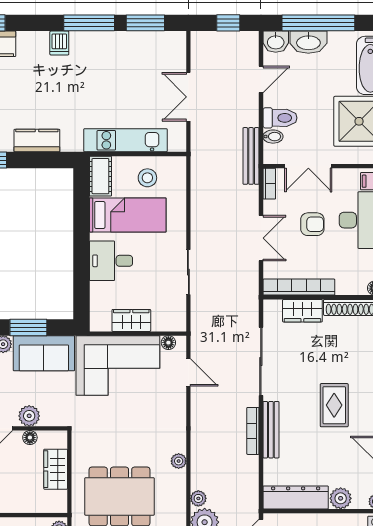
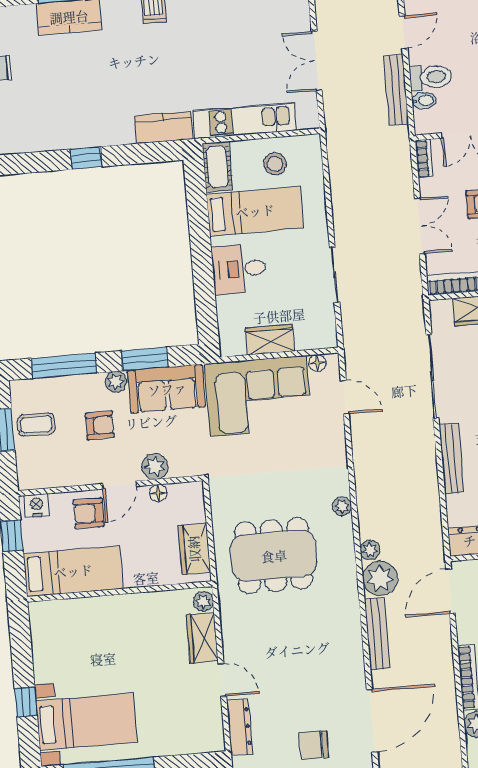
kitchen counter: (37, 141) -> (164, 128), moved
bench: (251, 156) -> (396, 90), moved
bookcase: (253, 431) -> (430, 462), removed
wardrobe: (56, 469) -> (194, 549), moved

